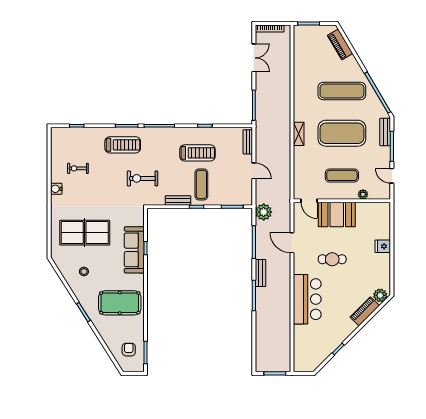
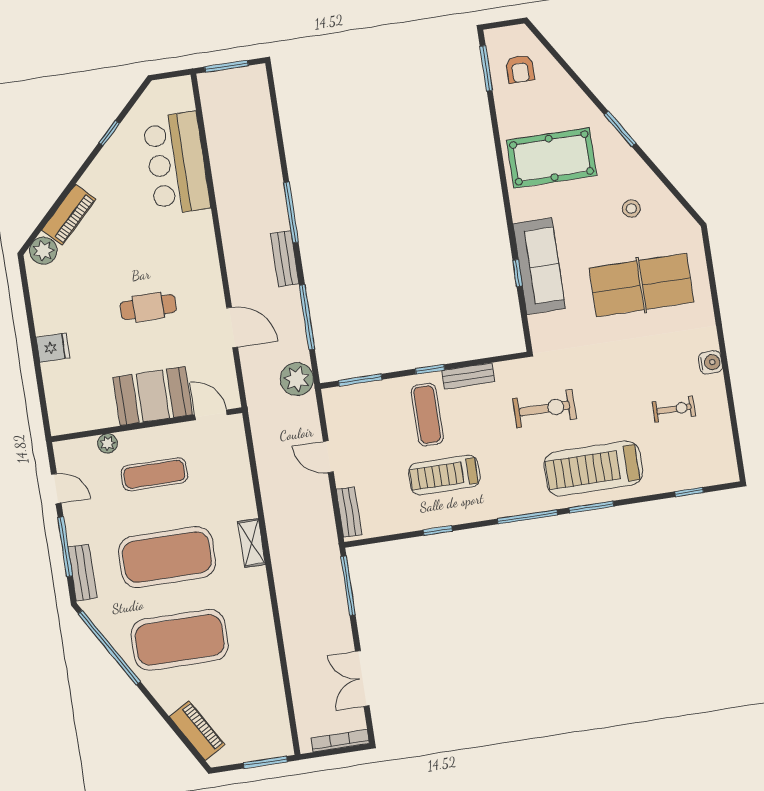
exercise mat: (342, 91) -> (180, 640), width x1.47
treadmill: (123, 145) -> (593, 469), width x1.37, depth x1.38
bar counter: (307, 299) -> (176, 163), moved

